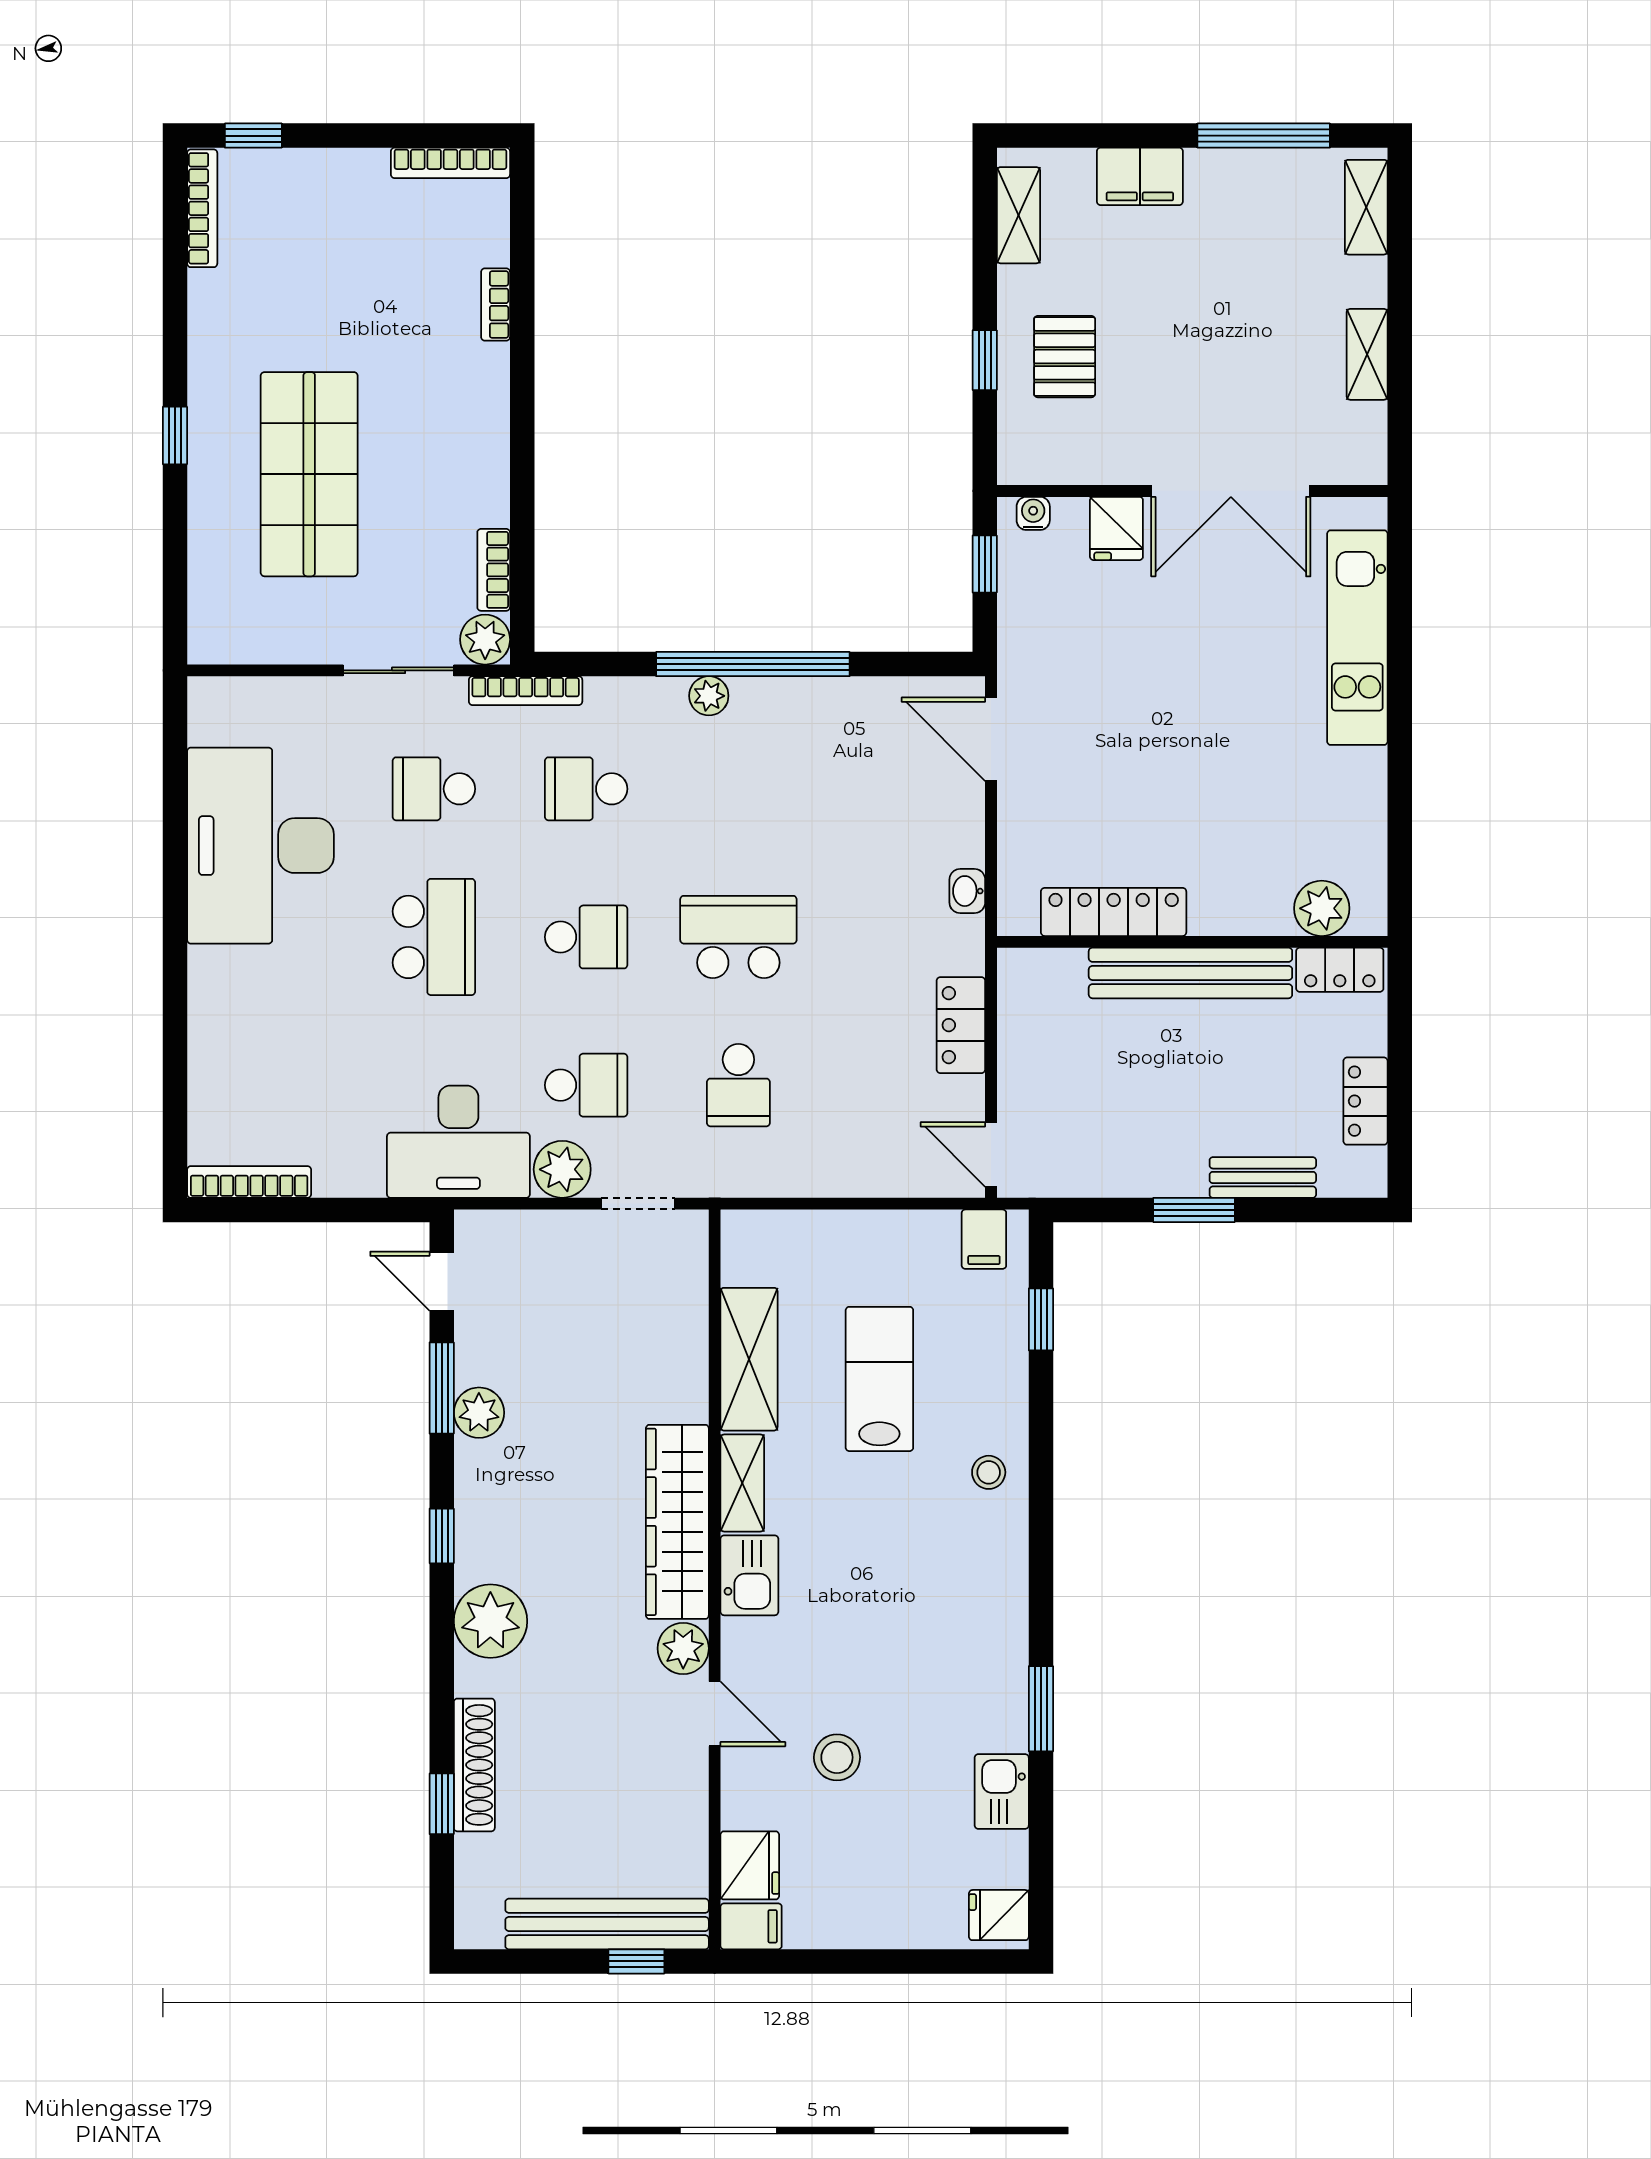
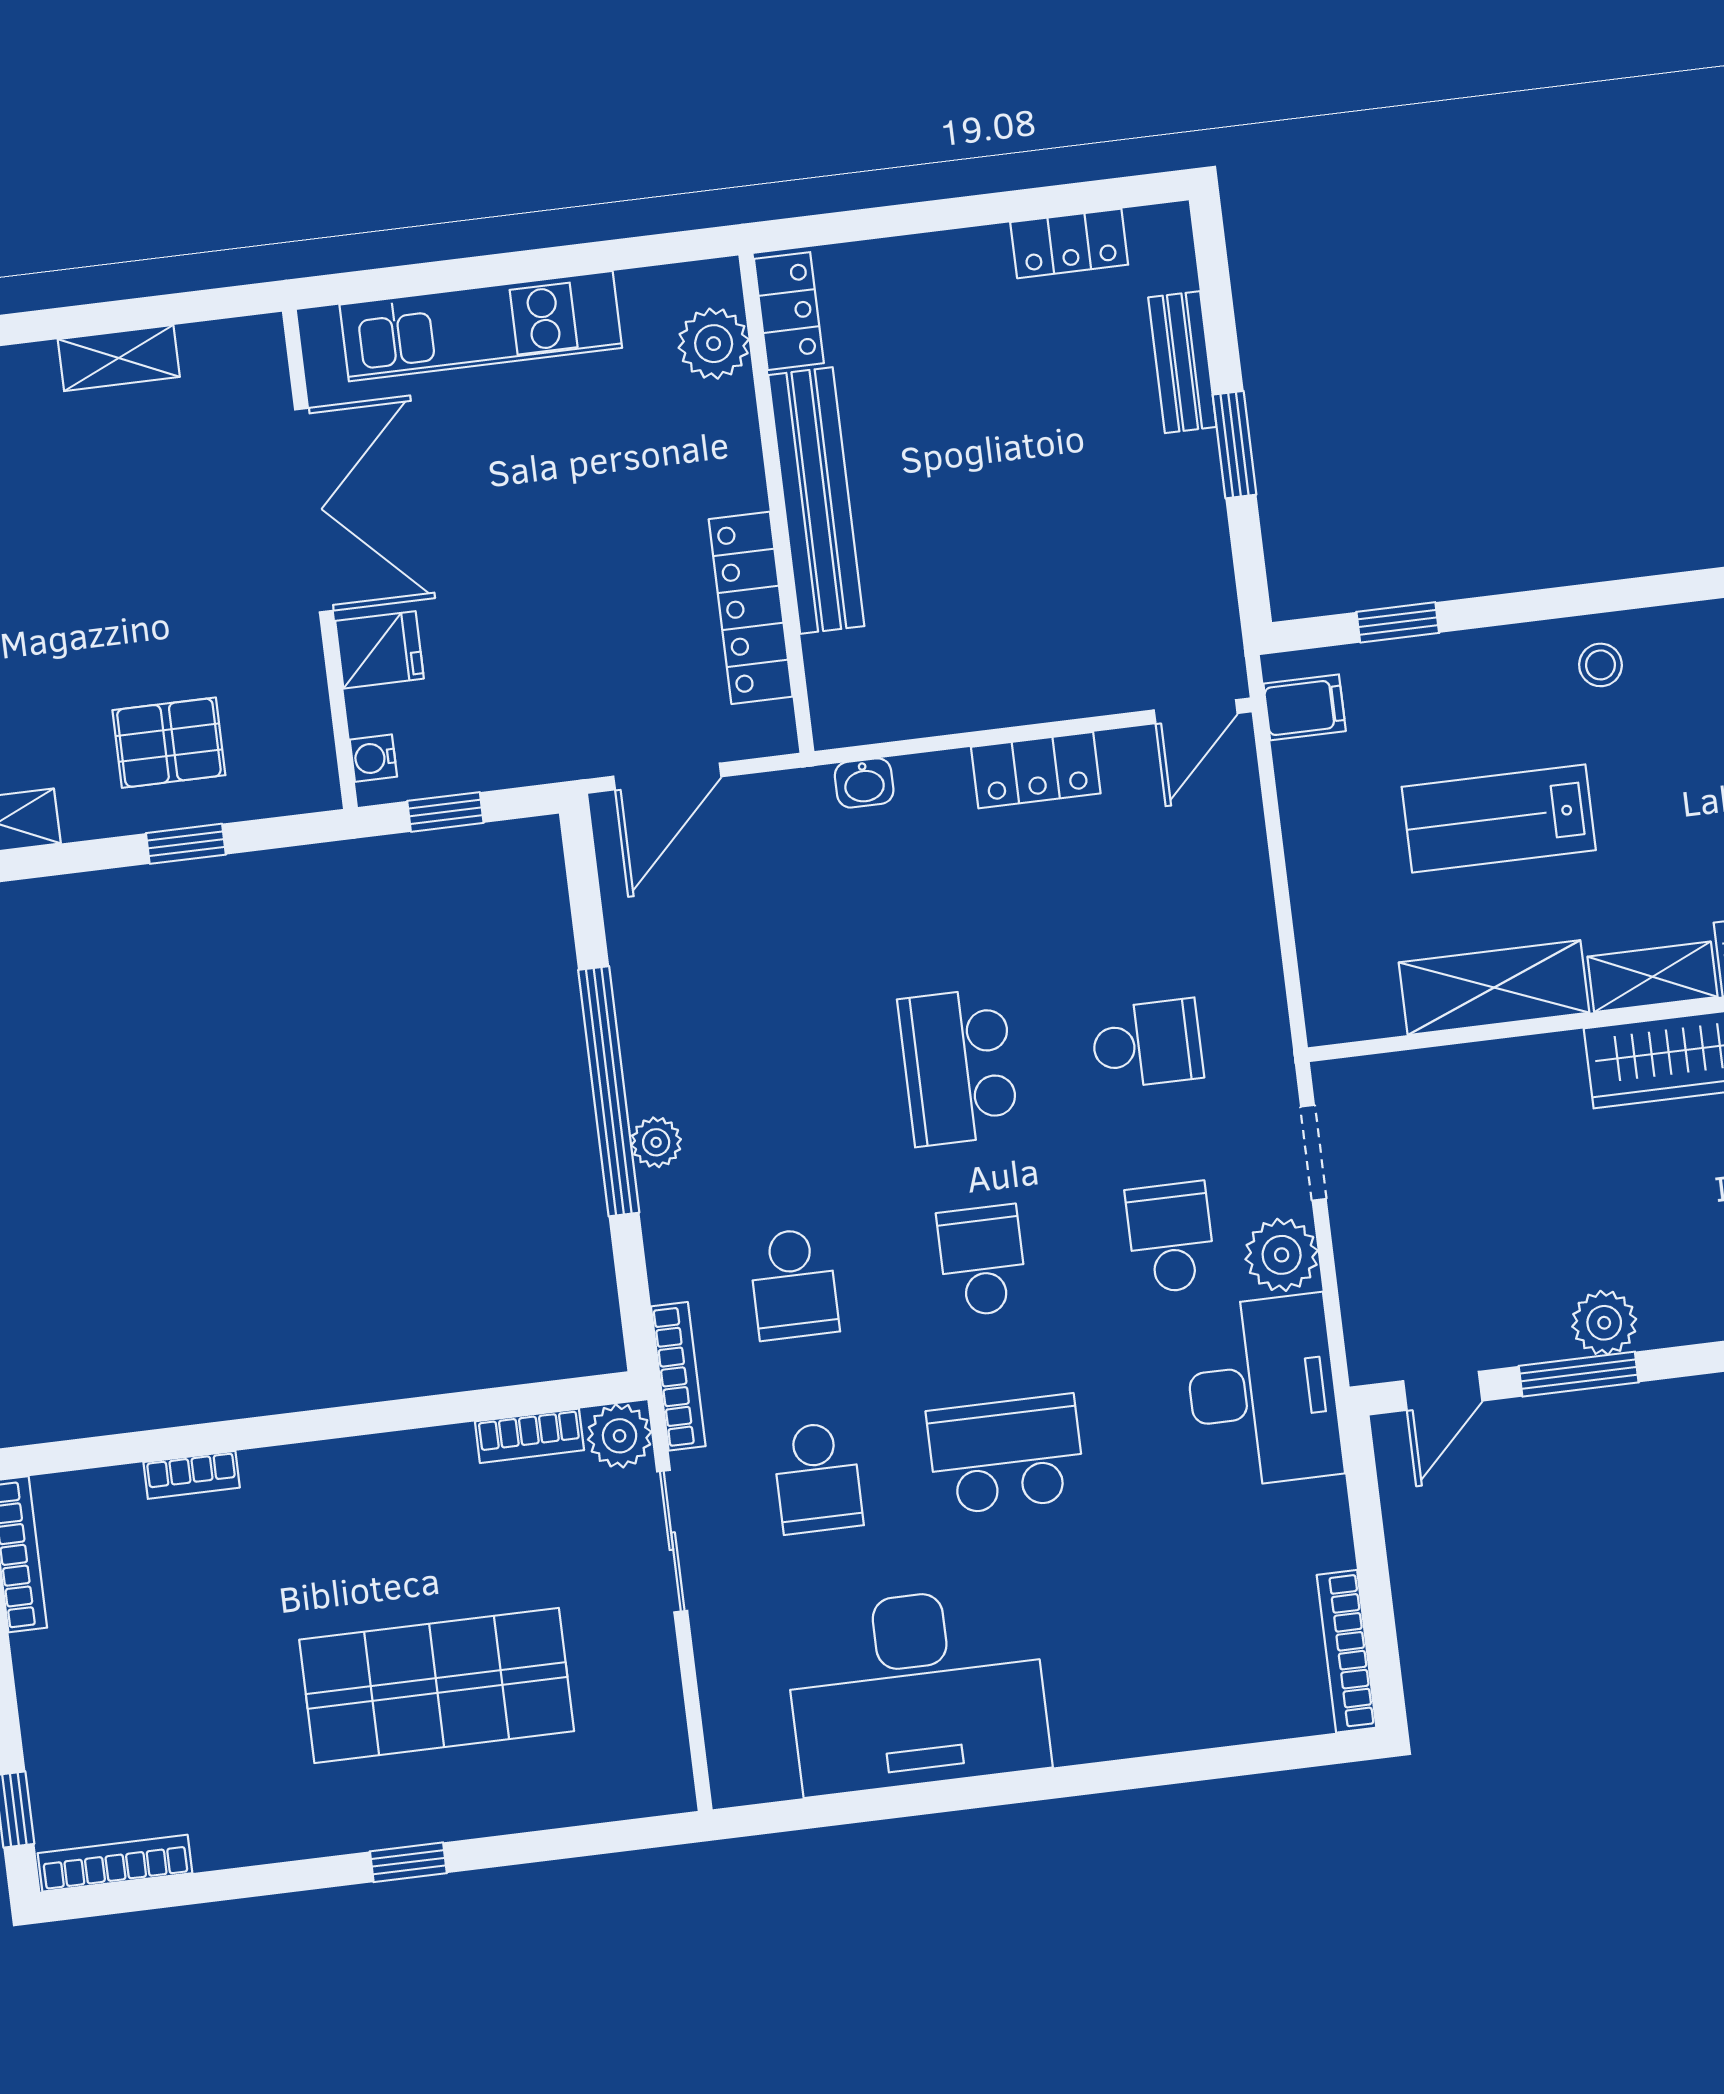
plant: (1322, 908) -> (714, 344), moved
locker: (1114, 912) -> (751, 608), moved
wall: (1192, 942) -> (776, 503), moved
locker: (1340, 970) -> (789, 311), moved
bench: (1190, 973) -> (816, 501), moved

